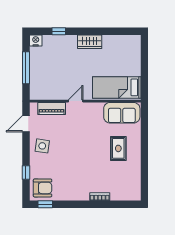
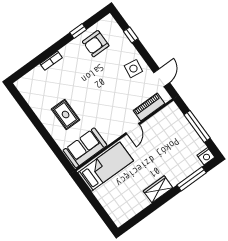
window: (59, 31) -> (192, 179), width x2.17
armchair: (43, 188) -> (96, 44), moved
window: (45, 204) -> (78, 31), moved

